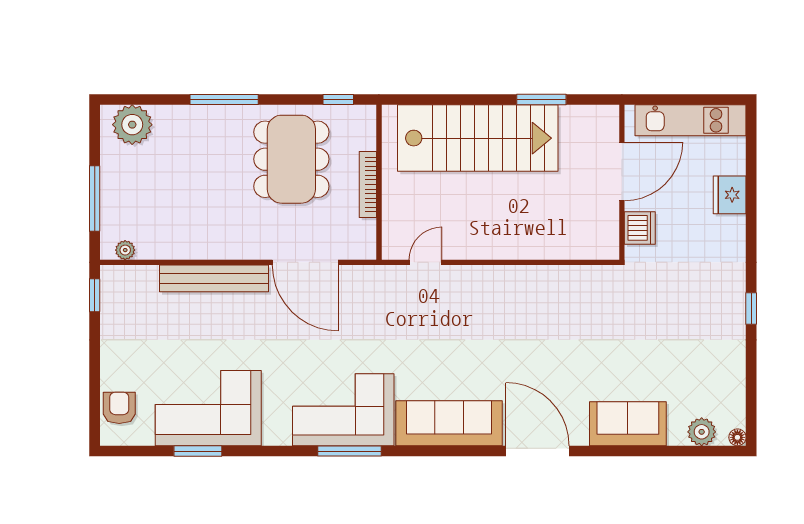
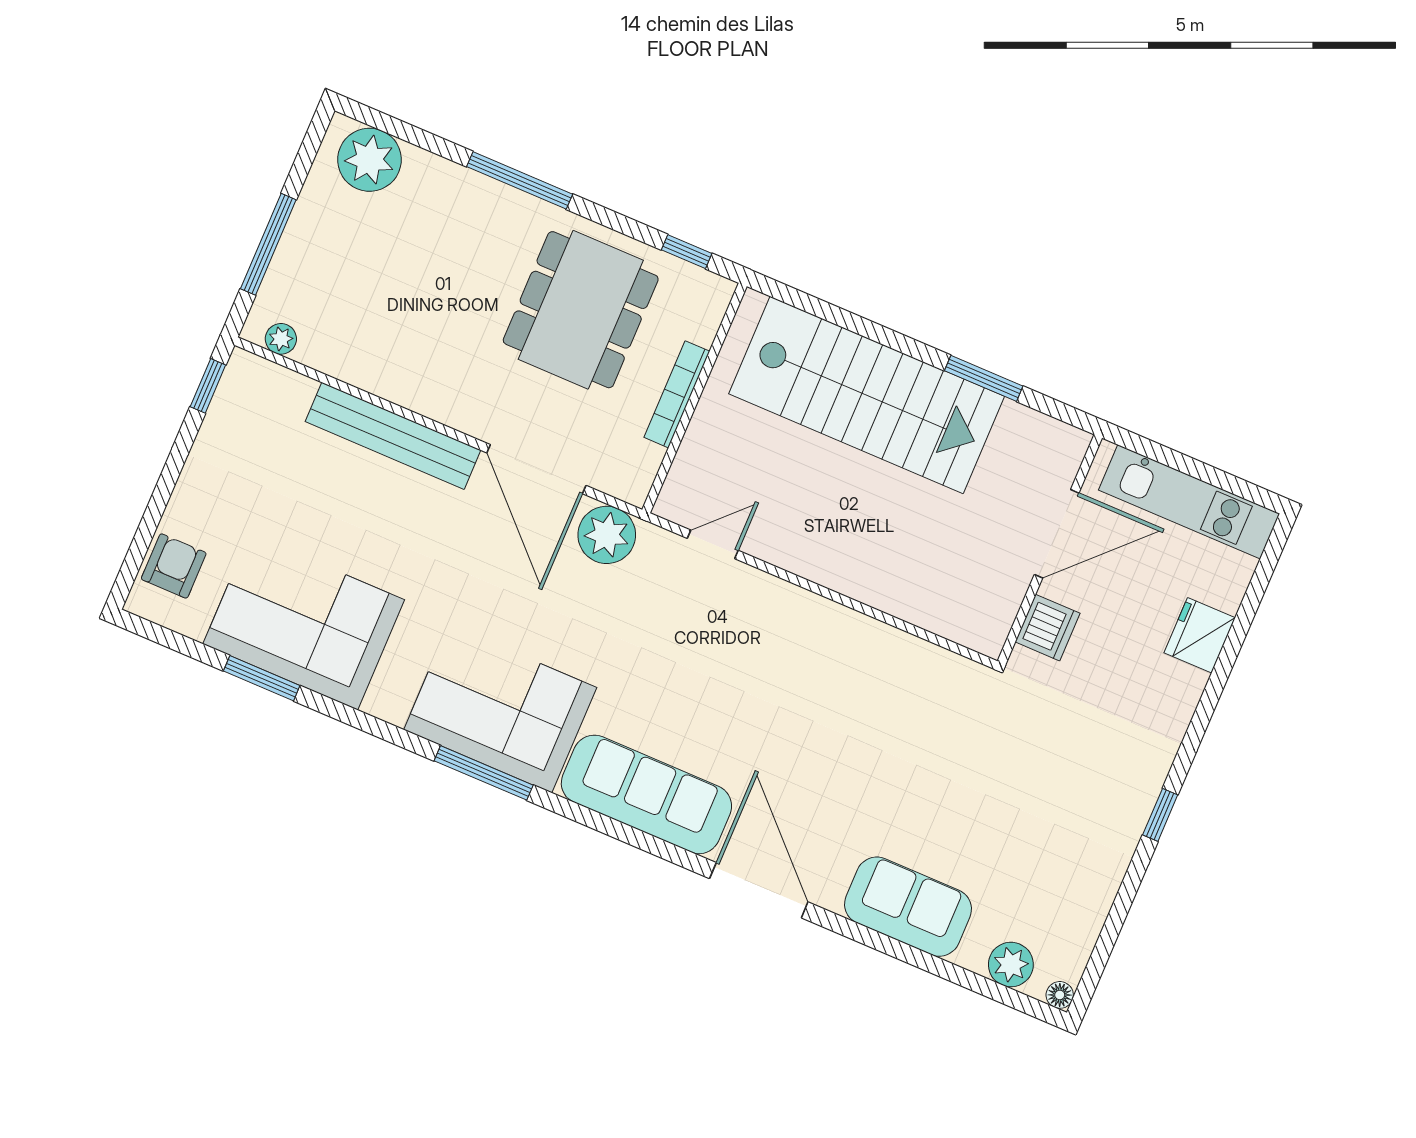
plant: (362, 283) -> (607, 535), added

